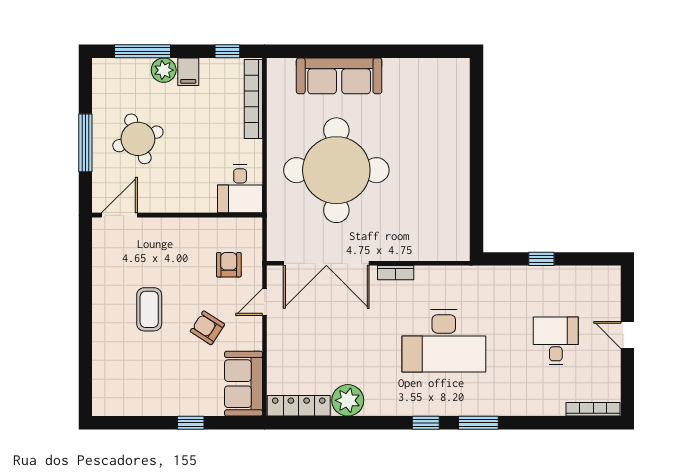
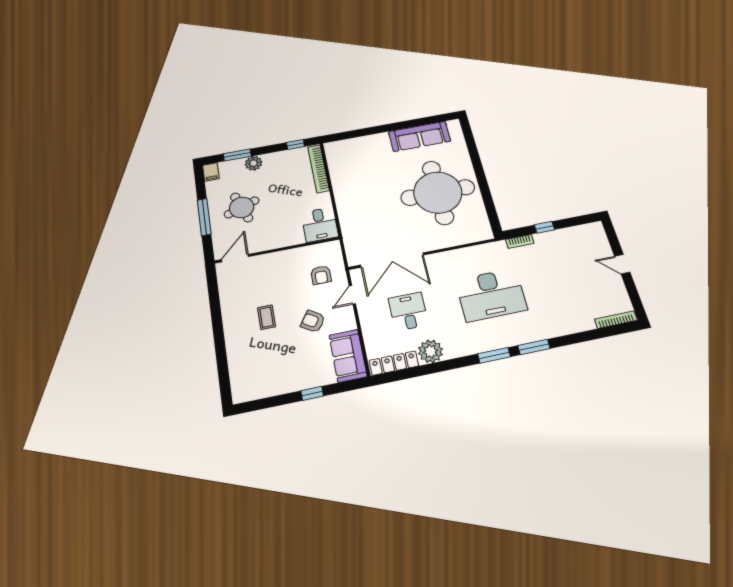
window: (143, 51) -> (237, 155), width x0.69
filing cabinet: (188, 72) -> (211, 172), moved
sofa: (339, 76) -> (420, 136), moved
round table: (336, 170) -> (438, 192), moved
armchair: (229, 265) -> (321, 275), turned 180
bookcase: (396, 273) -> (520, 241), moved
coffee table: (149, 309) -> (266, 317), width x0.73, depth x0.77
desk: (556, 341) -> (408, 311), moved
window: (426, 423) -> (494, 355), width x1.50

